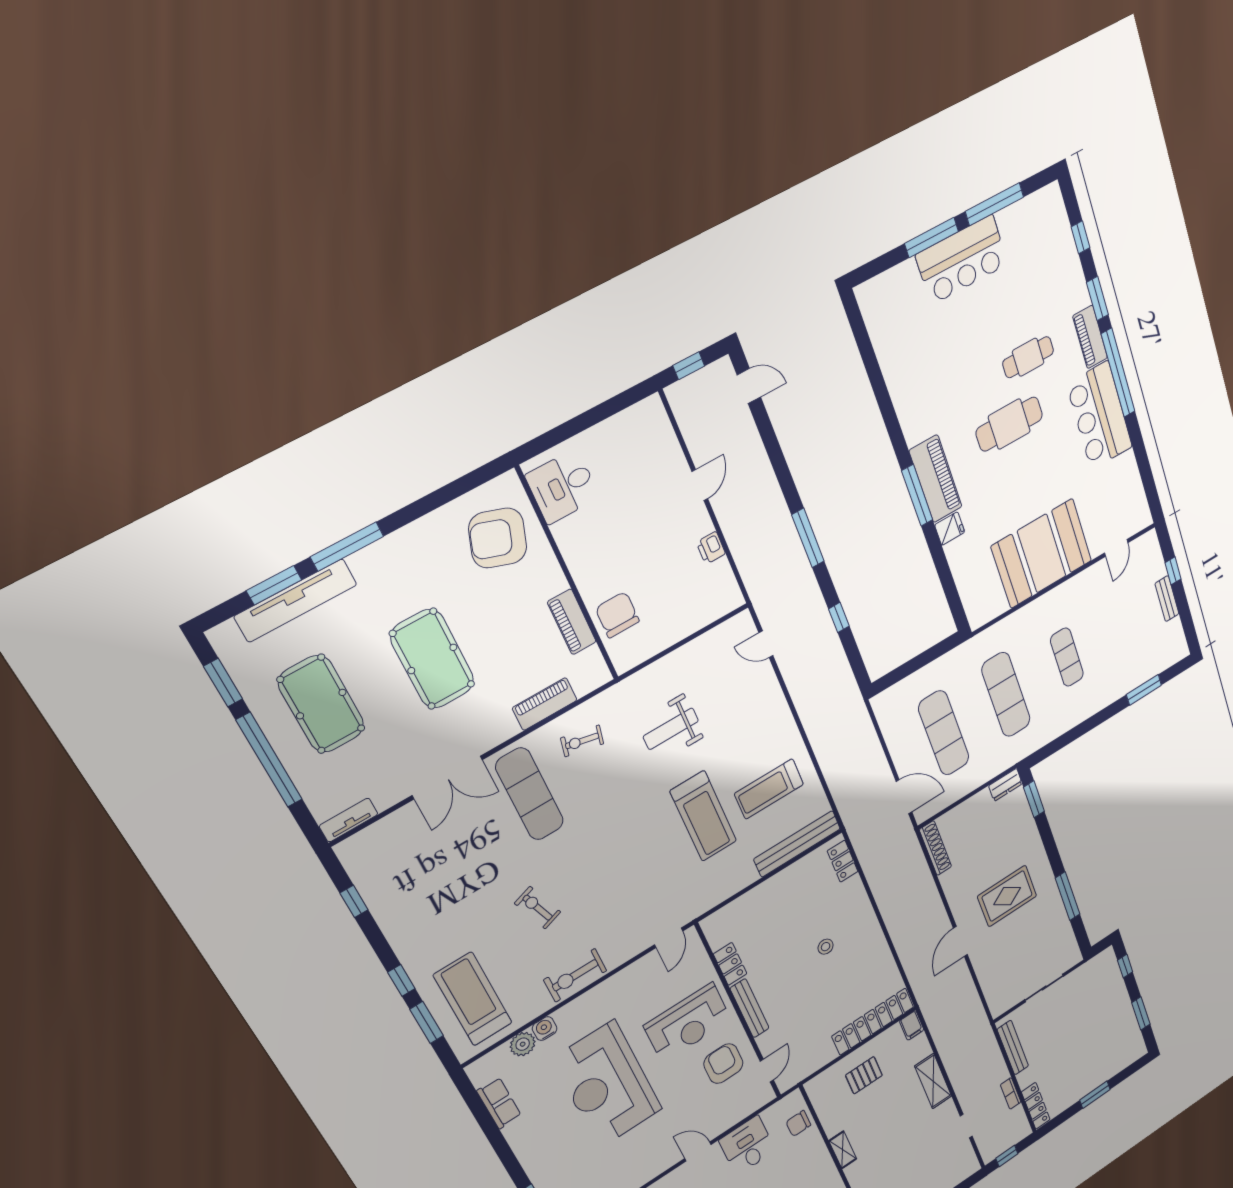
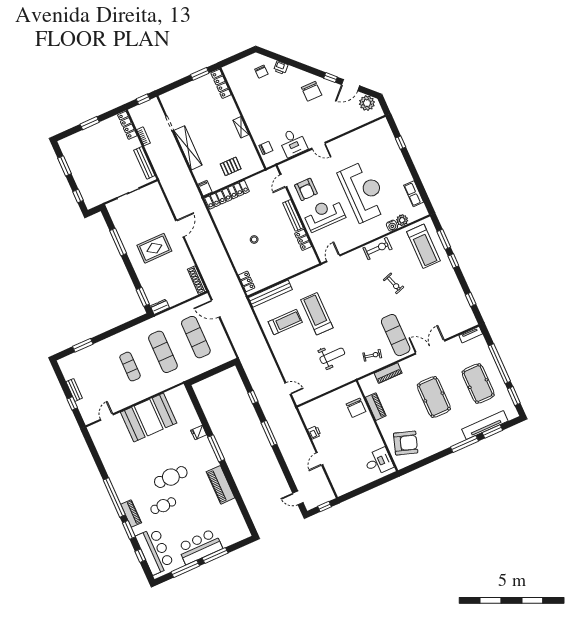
bar counter: (1100, 416) -> (155, 551), moved
piano: (936, 479) -> (221, 485), moved
shelving: (933, 1081) -> (188, 148), width x1.47

